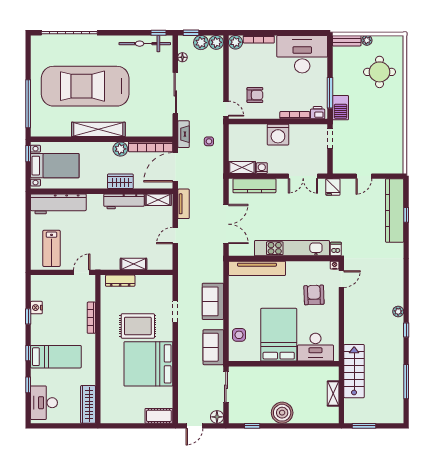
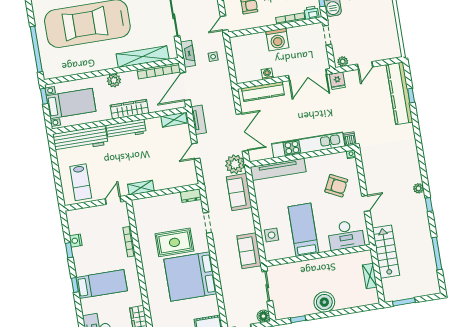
door: (226, 109) -> (224, 23), swing flipped
shelving: (98, 129) -> (143, 57), moved
plant: (120, 149) -> (114, 80), moved
shelving: (242, 167) -> (248, 76), removed
plant: (342, 168) -> (343, 61), added
double door: (303, 176) -> (308, 75), width x1.37
wardrobe: (120, 181) -> (129, 109), width x1.50
workbench: (124, 201) -> (126, 129), moved
plant: (213, 256) -> (235, 164), added
shelving: (134, 264) -> (141, 188), moved
door: (341, 279) -> (366, 203), moved
dresser: (120, 281) -> (191, 196), moved, width x0.70
armchair: (314, 295) -> (336, 186), turned 118
sofa: (213, 301) -> (239, 192), moved
bed: (279, 335) -> (303, 230), width x0.67
window: (28, 385) -> (80, 315), removed

